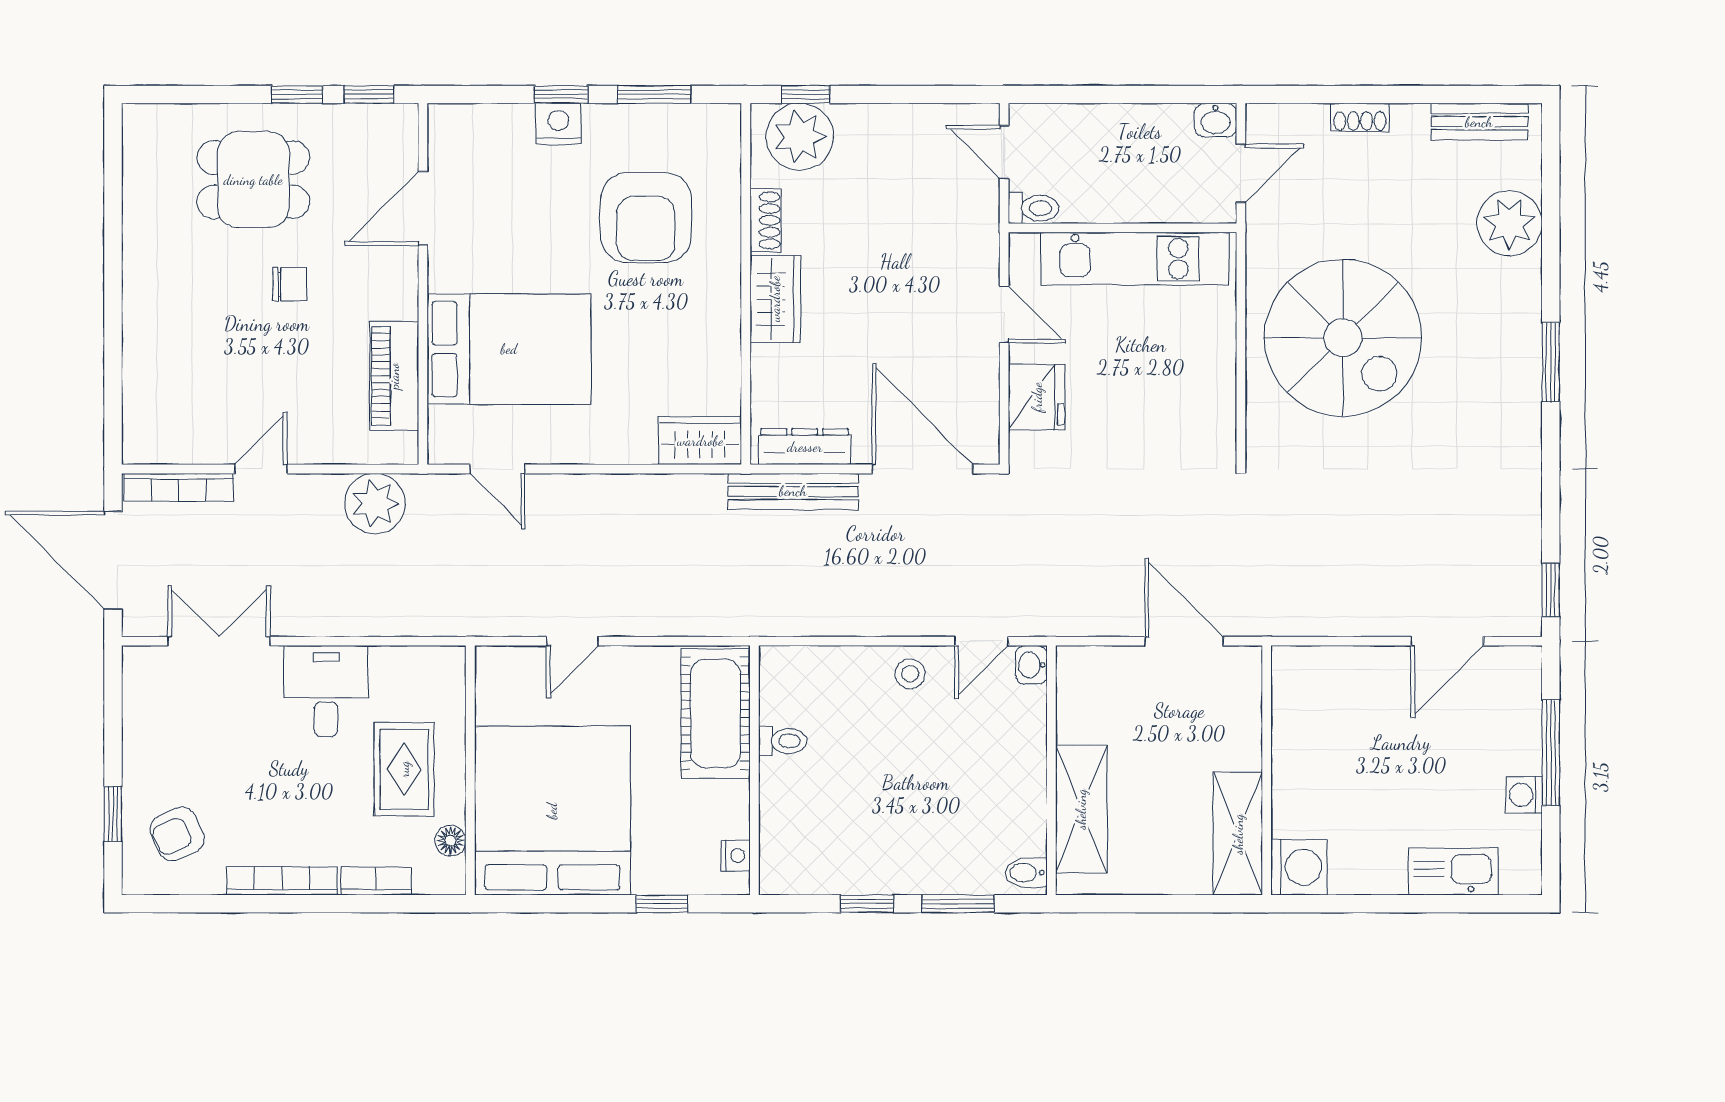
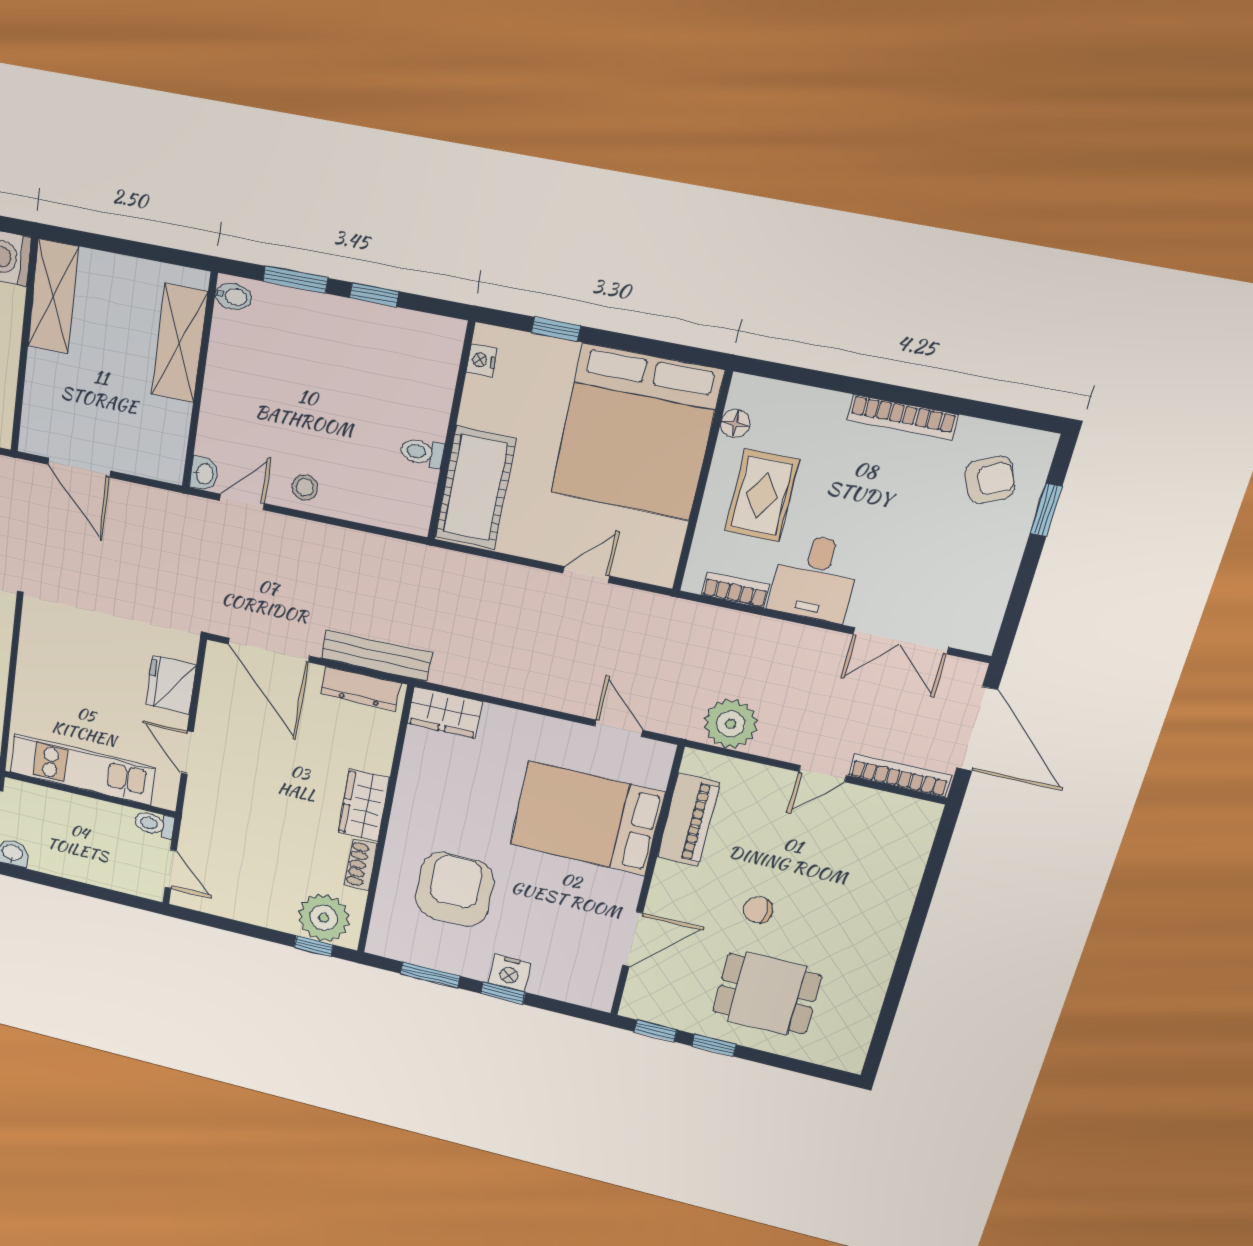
bookcase: (376, 881) -> (735, 590), moved, turned 180

